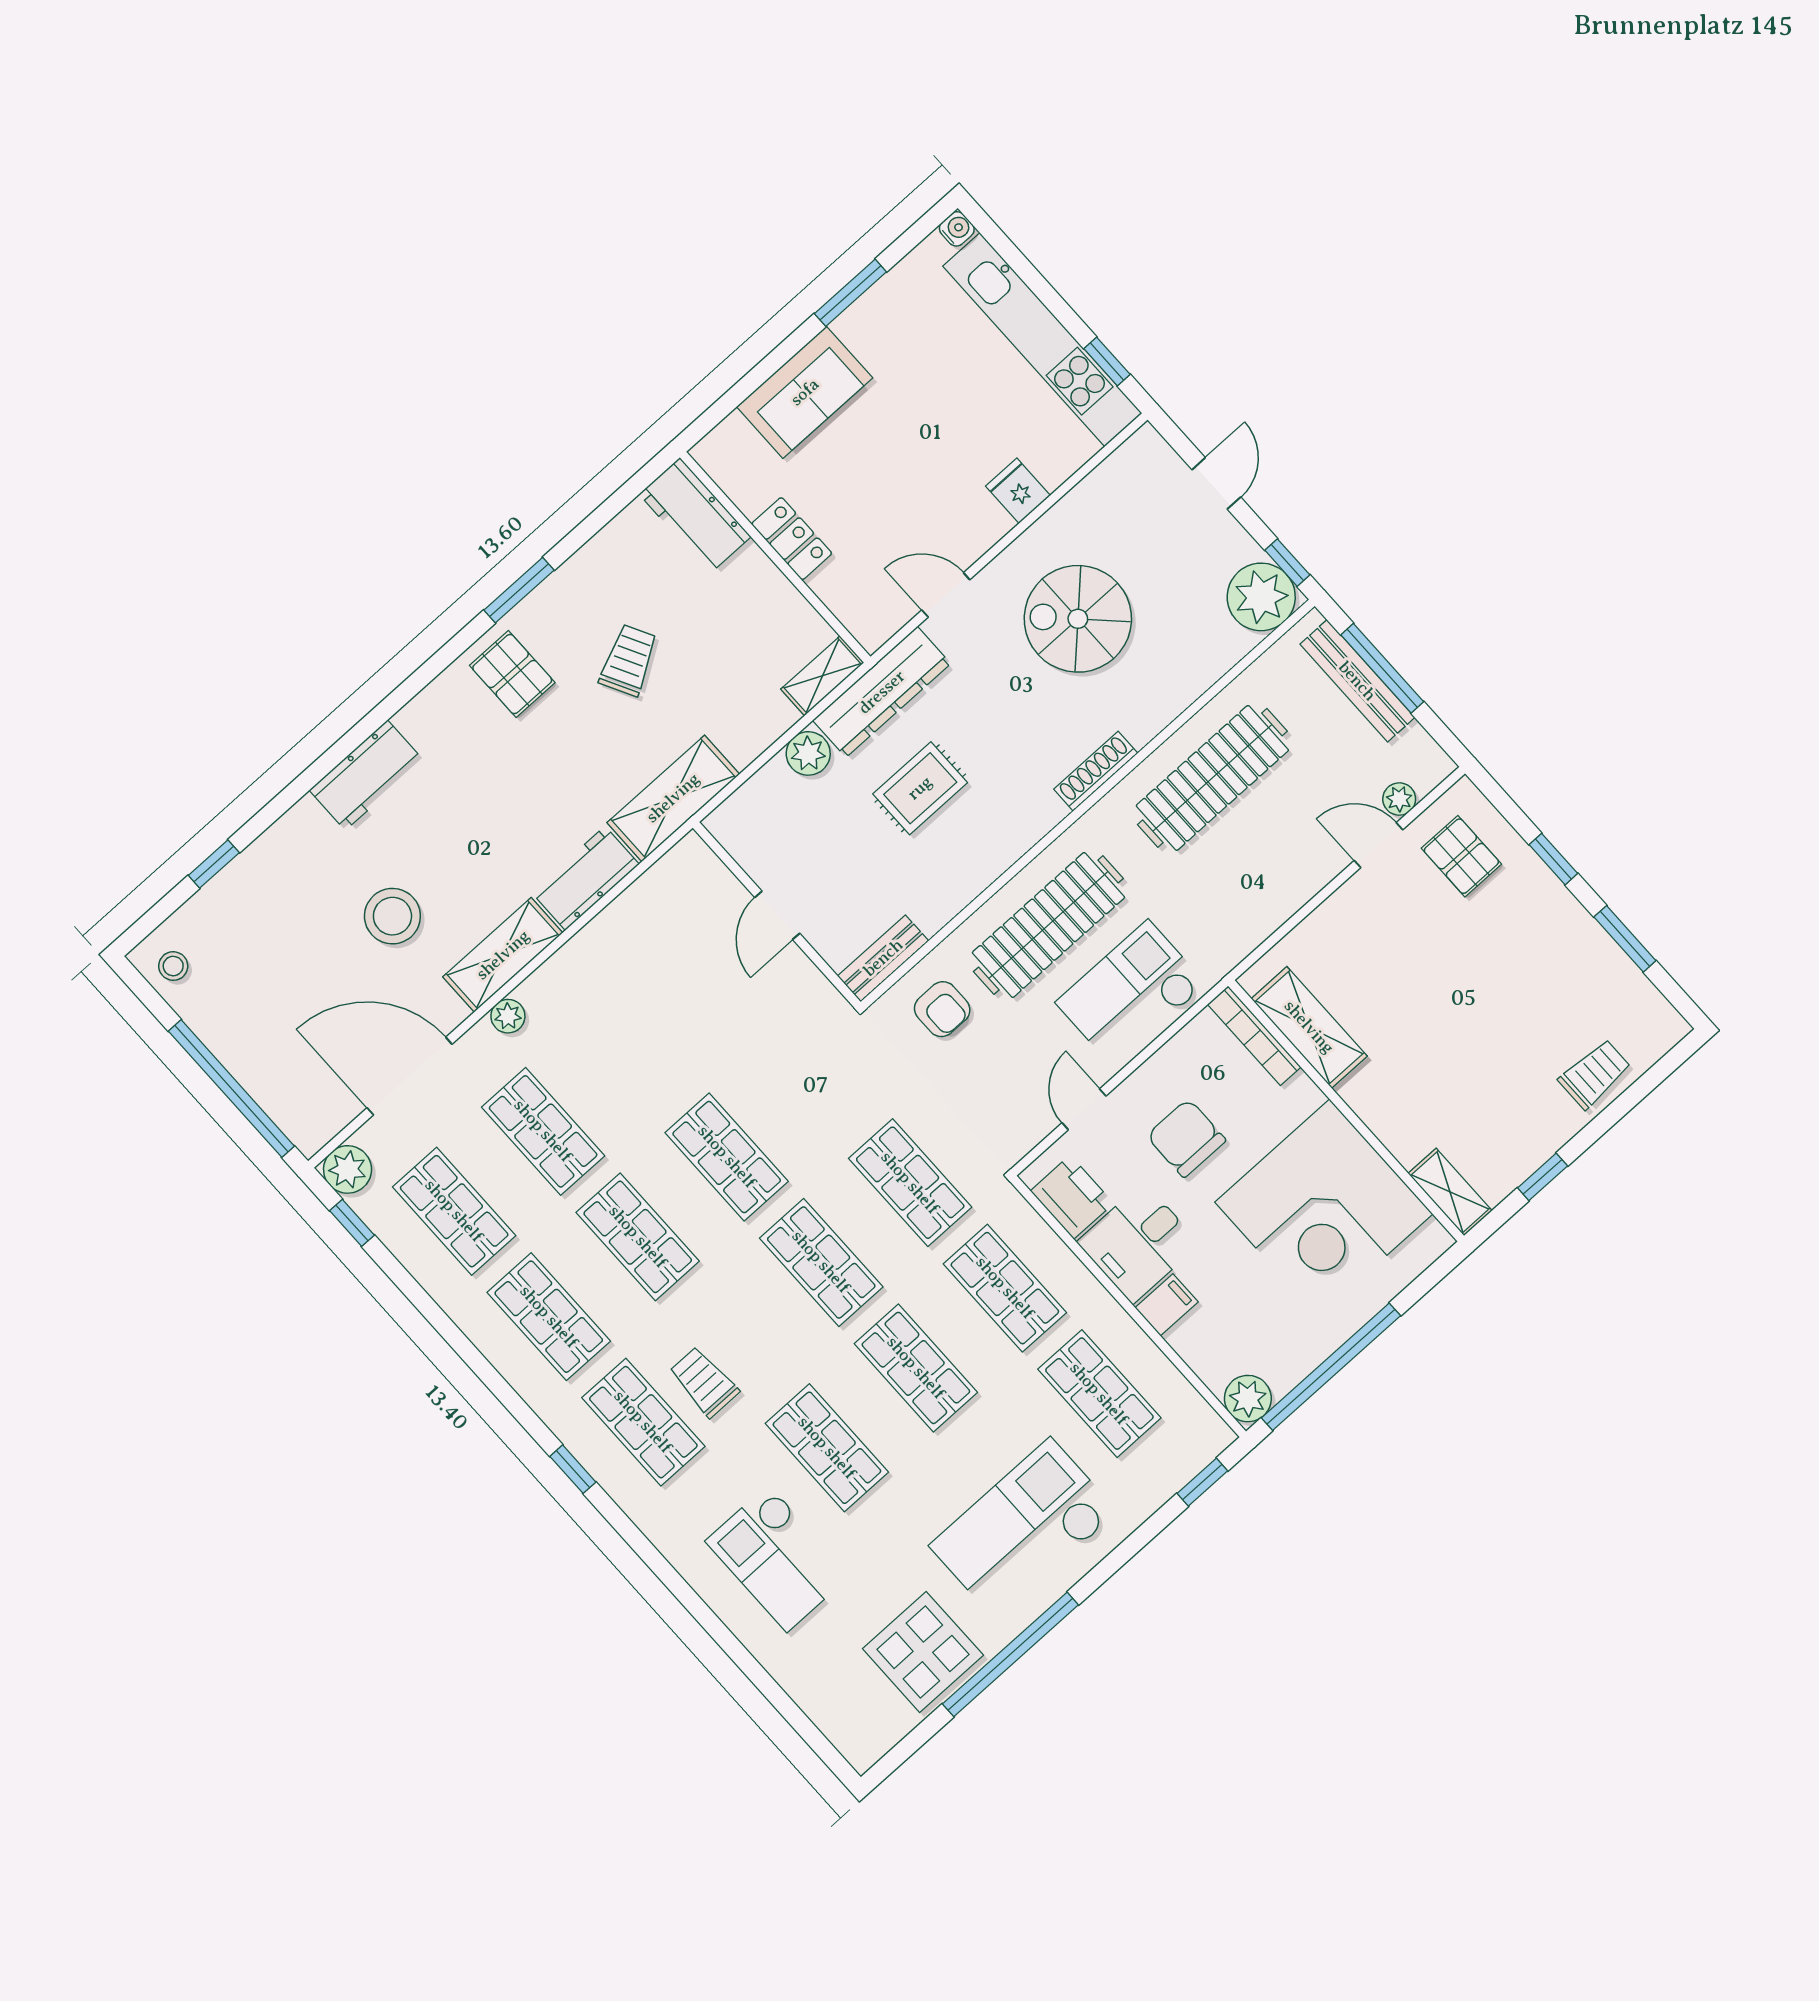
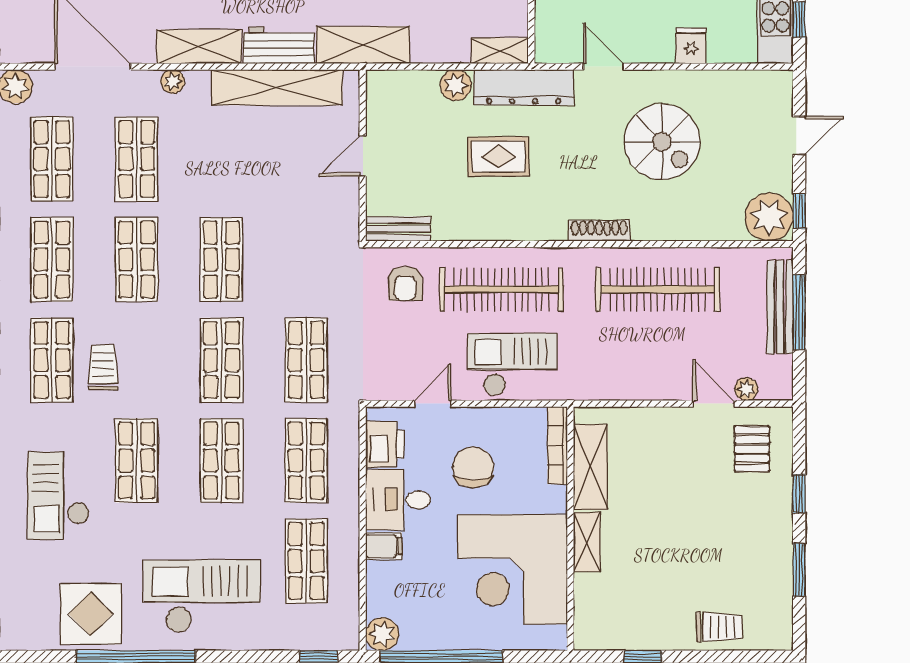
spiral stairs: (1078, 619) -> (662, 142), turned 180
shelving: (623, 924) -> (277, 87), added
shelving: (1450, 1192) -> (587, 542), moved

